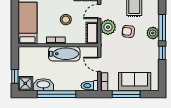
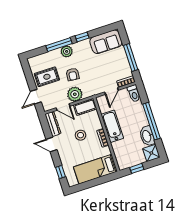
window: (15, 76) -> (137, 168), moved
sofa: (135, 82) -> (106, 42), moved, turned -90

